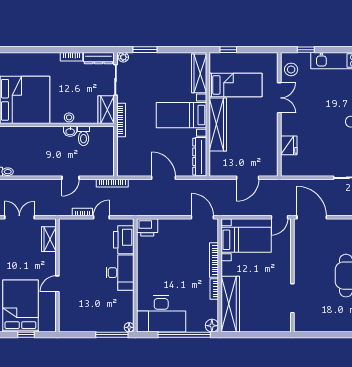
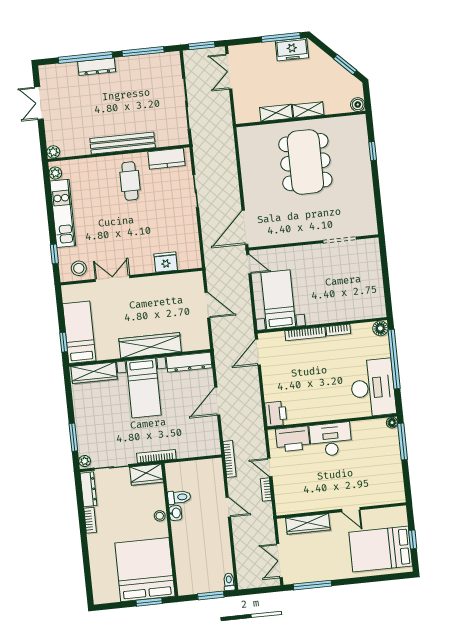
bed: (236, 85) -> (79, 332), moved
wardrobe: (49, 239) -> (308, 524), width x1.50
wardrobe: (230, 304) -> (354, 310), removed

